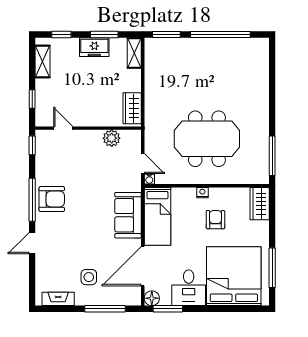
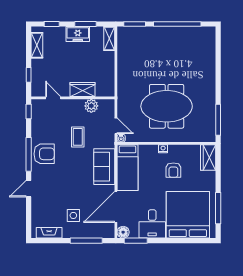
wardrobe: (132, 108) -> (83, 89), moved, turned 90
coffee table: (94, 178) -> (78, 137), added
armchair: (215, 220) -> (173, 170), turned 180

